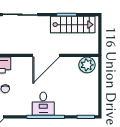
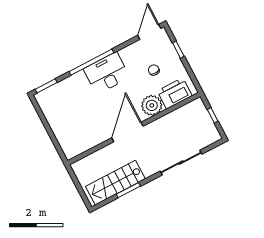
plant: (87, 65) -> (152, 105), moved
desk: (43, 104) -> (107, 73), width x1.37

